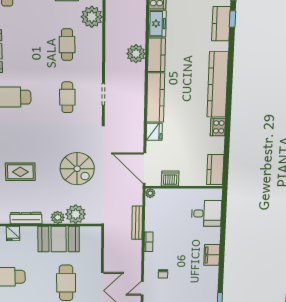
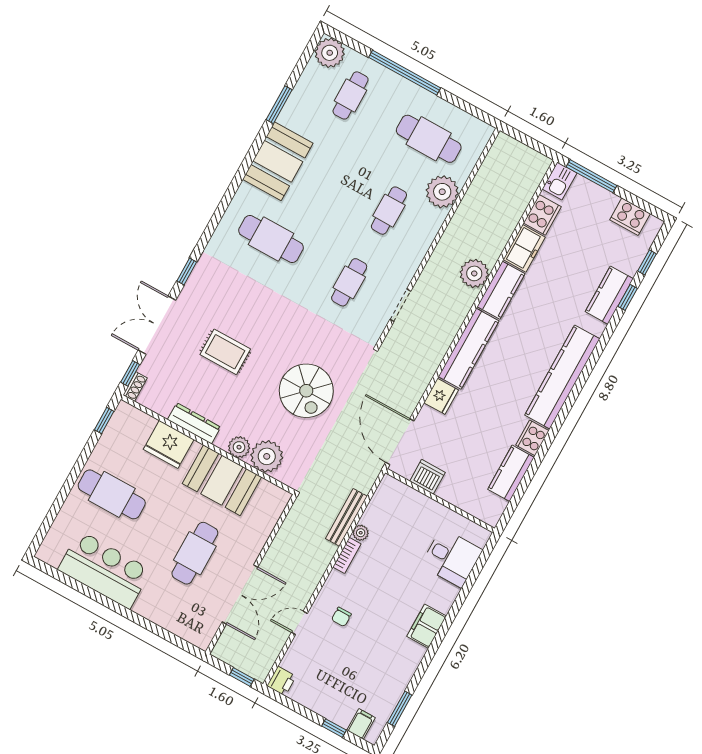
kitchen counter: (215, 170) -> (511, 473), moved
plant: (150, 193) -> (361, 533), moved
fridge: (13, 233) -> (169, 444), width x1.88, depth x1.34

